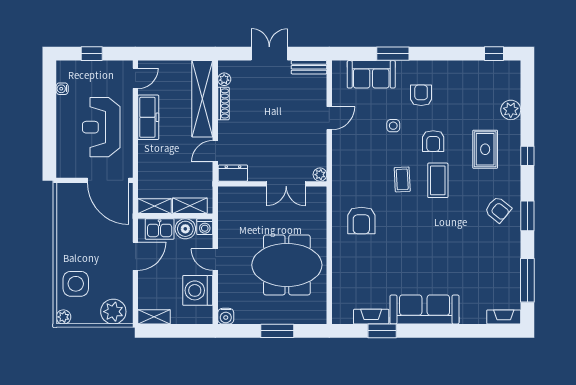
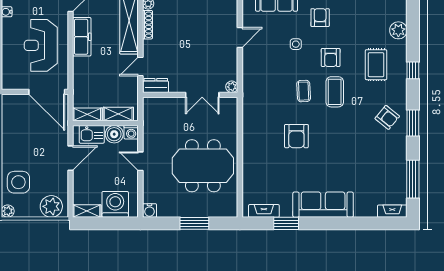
armchair: (361, 220) -> (296, 136), moved
washing machine: (198, 290) -> (115, 204), moved, turned 90
fireplace: (371, 317) -> (264, 211), moved

